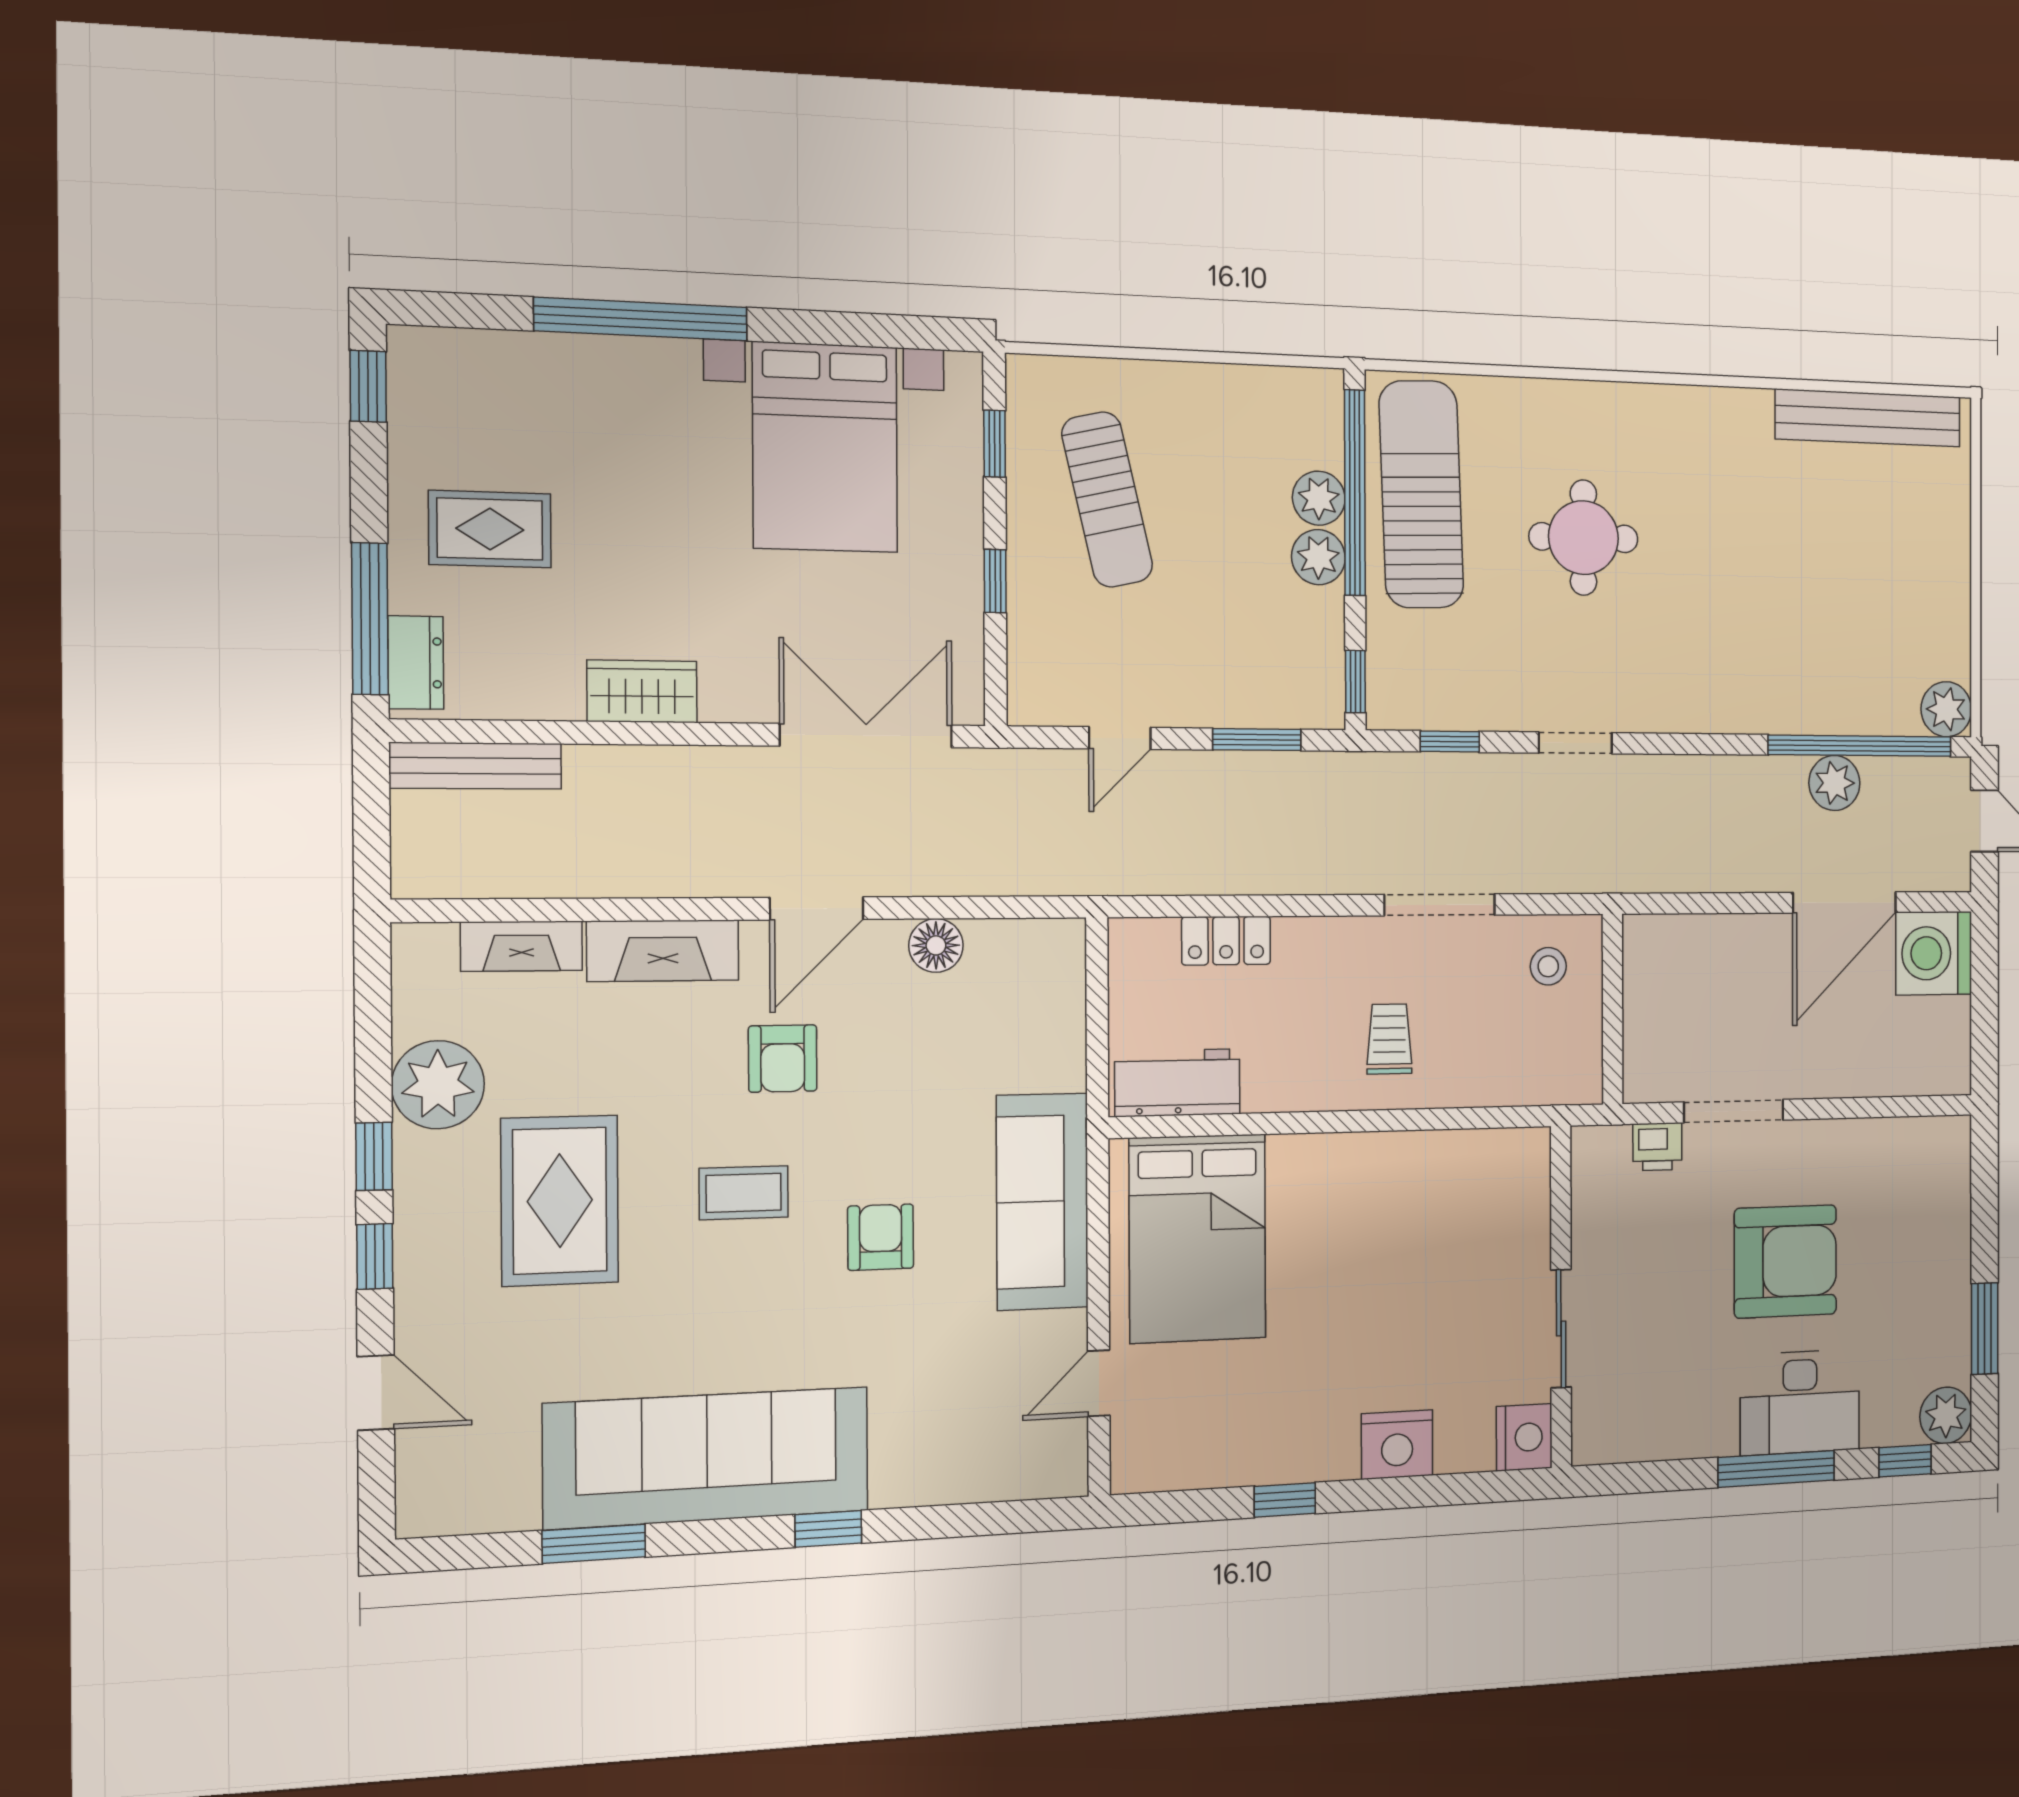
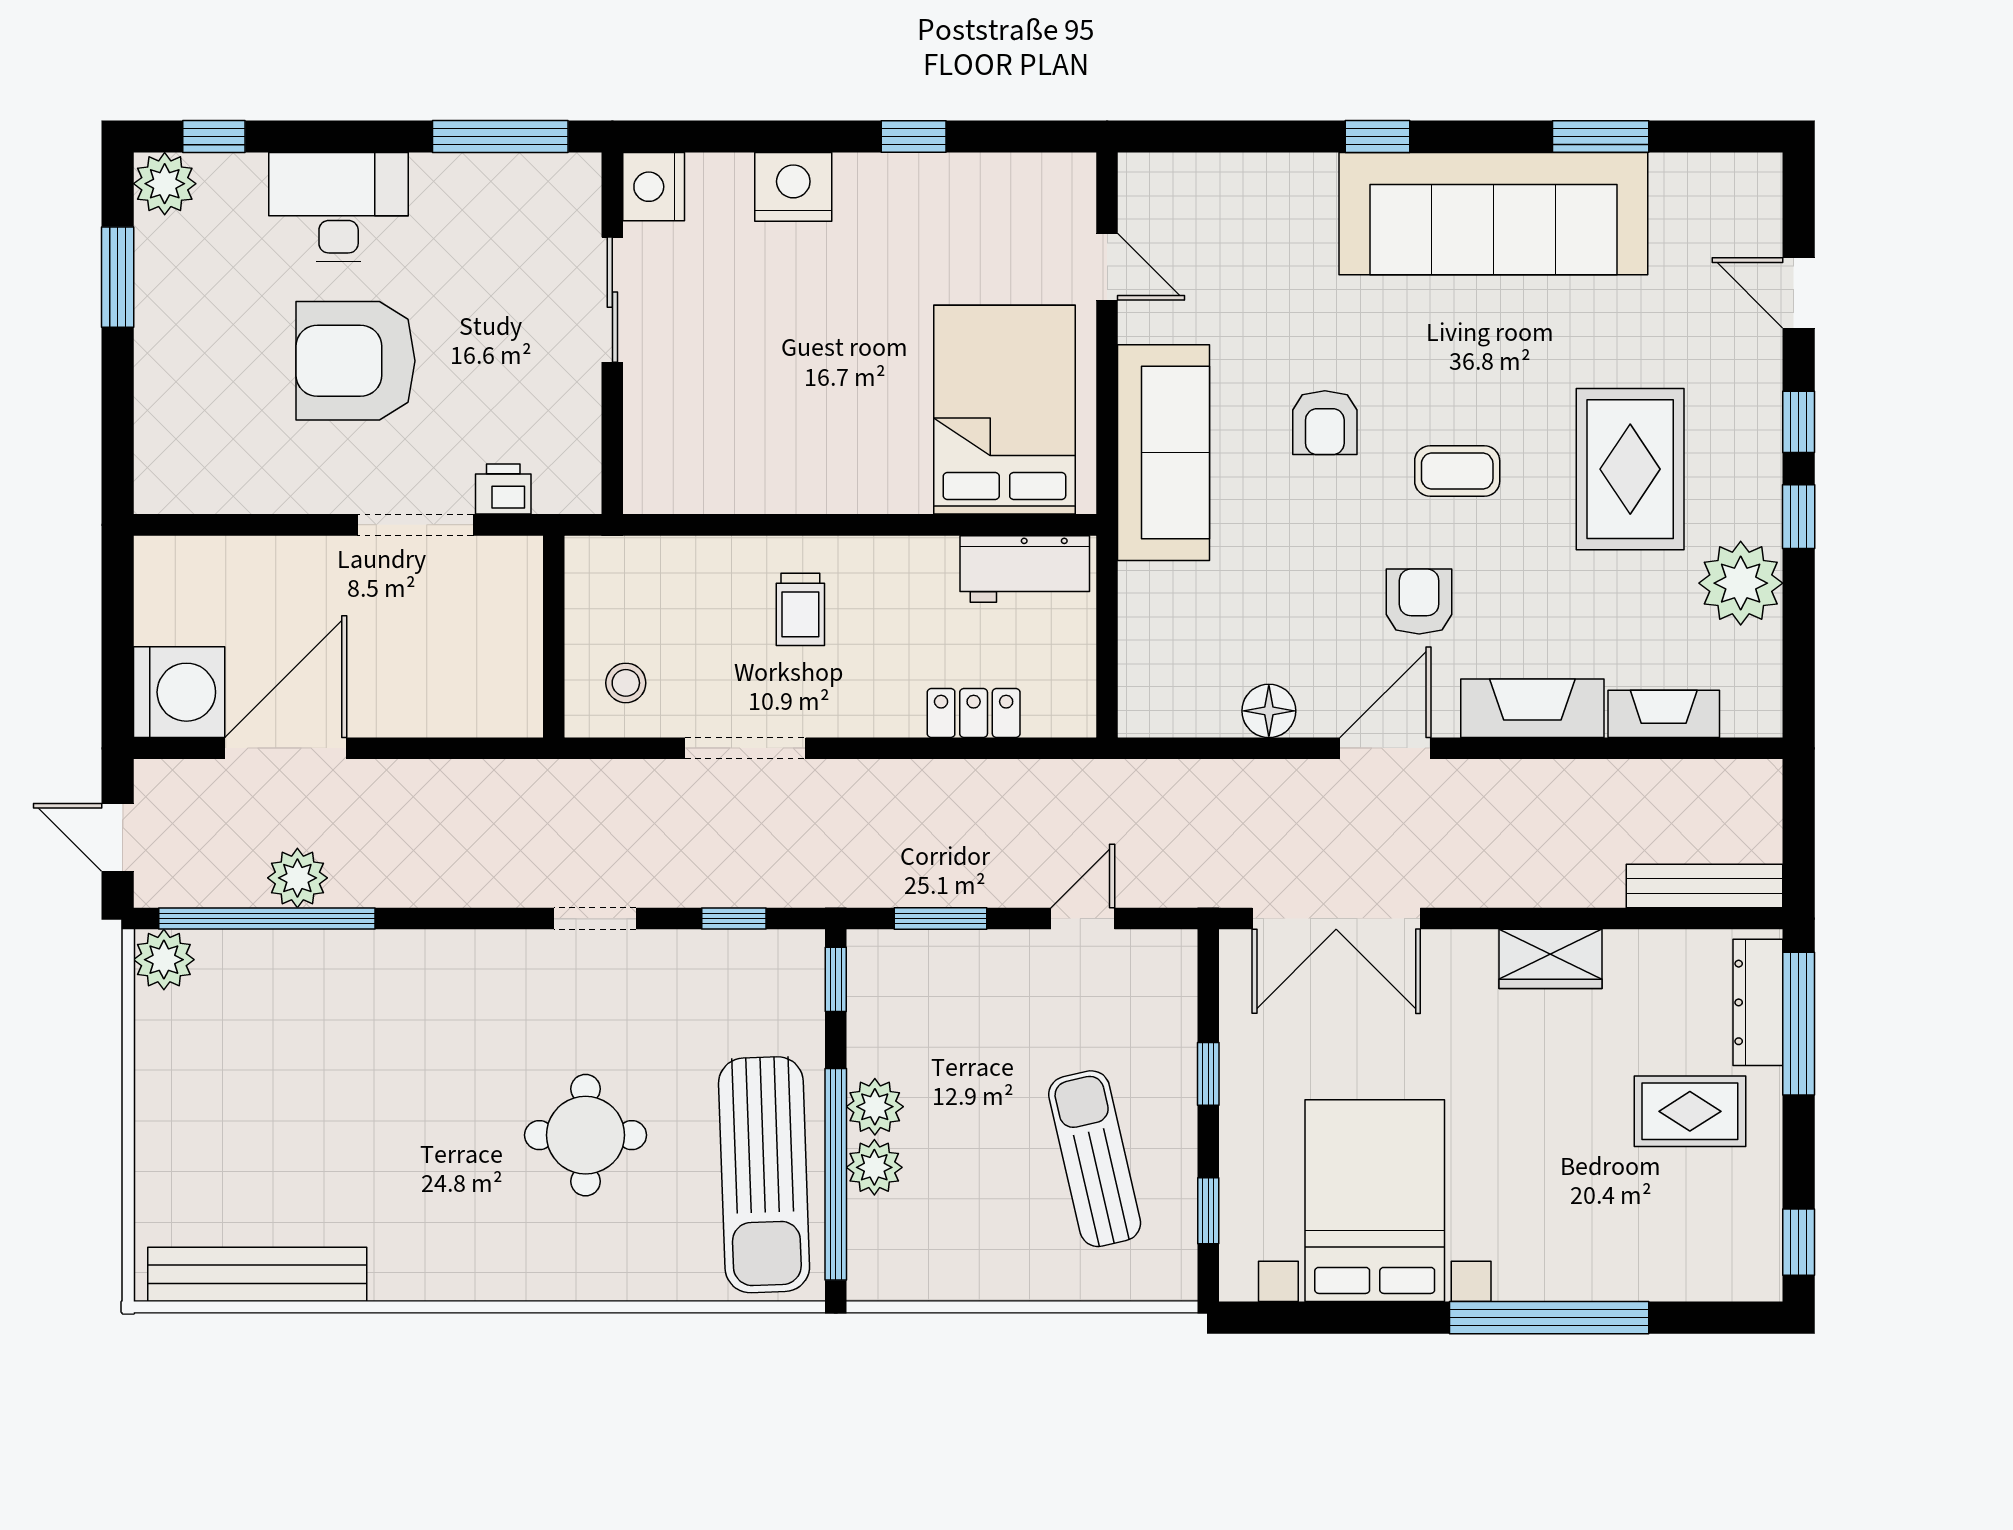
dresser: (416, 663) -> (1758, 1002), width x1.44
door: (1099, 1383) -> (1107, 267), hinge flipped
window: (1776, 1469) -> (500, 137), moved

